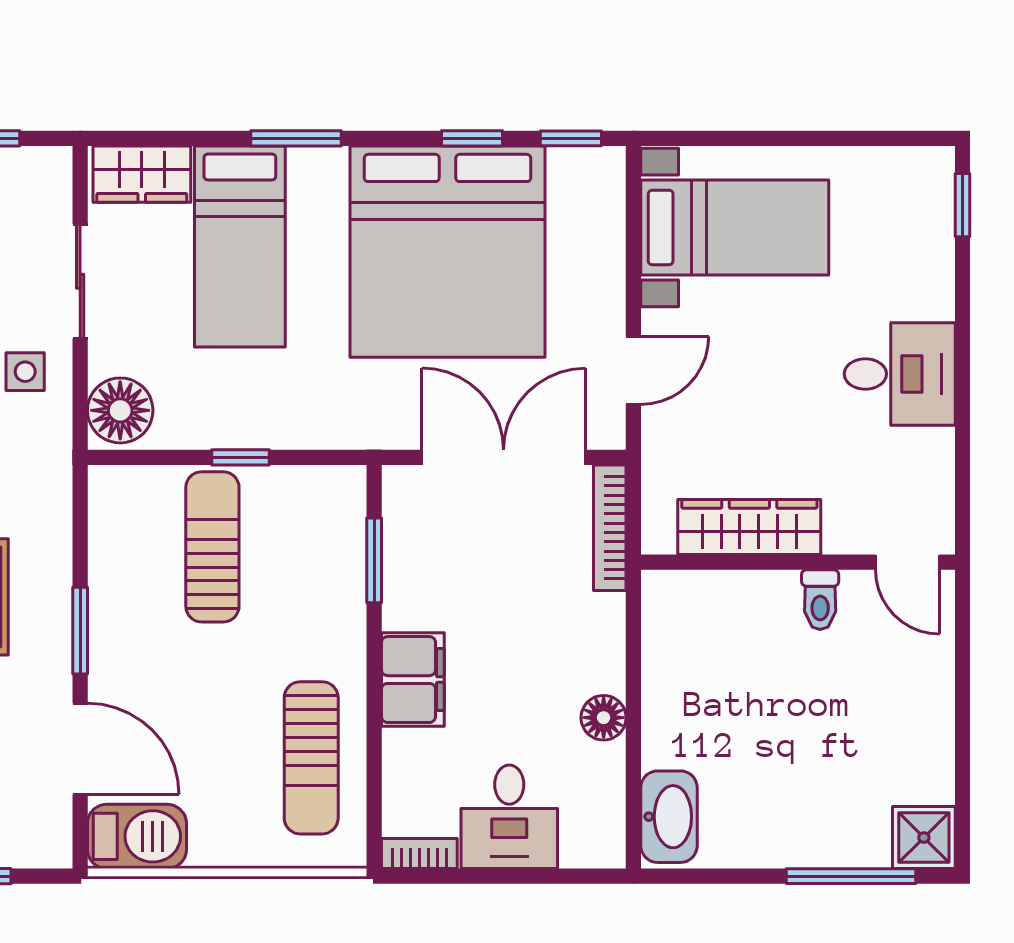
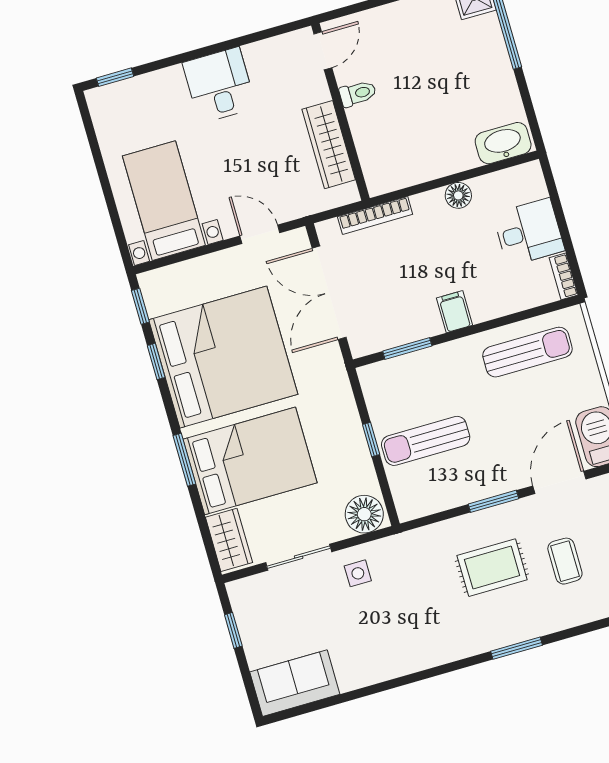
bed: (240, 246) -> (250, 461), width x1.50
bookcase: (610, 528) -> (375, 215), moved
filing cabinet: (413, 680) -> (454, 312), width x0.50

